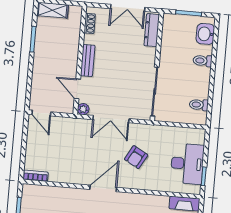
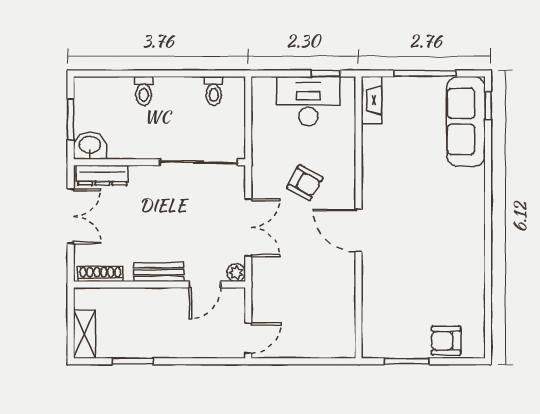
shoe rack: (90, 23) -> (100, 274), width x1.43
washbasin: (205, 34) -> (90, 146), moved, turned 180
bookcase: (35, 176) -> (348, 339), removed

